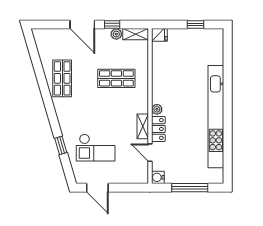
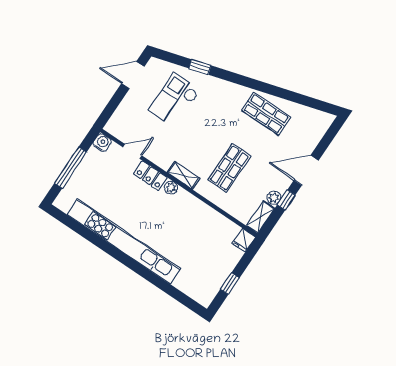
shelving: (143, 126) -> (184, 175), moved

